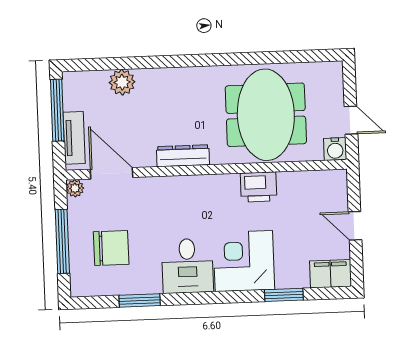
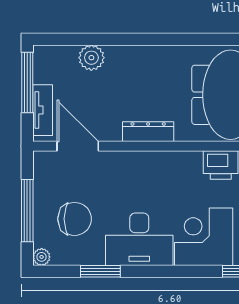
plant: (75, 188) -> (42, 257), moved
desk: (187, 266) -> (139, 239), width x1.37

